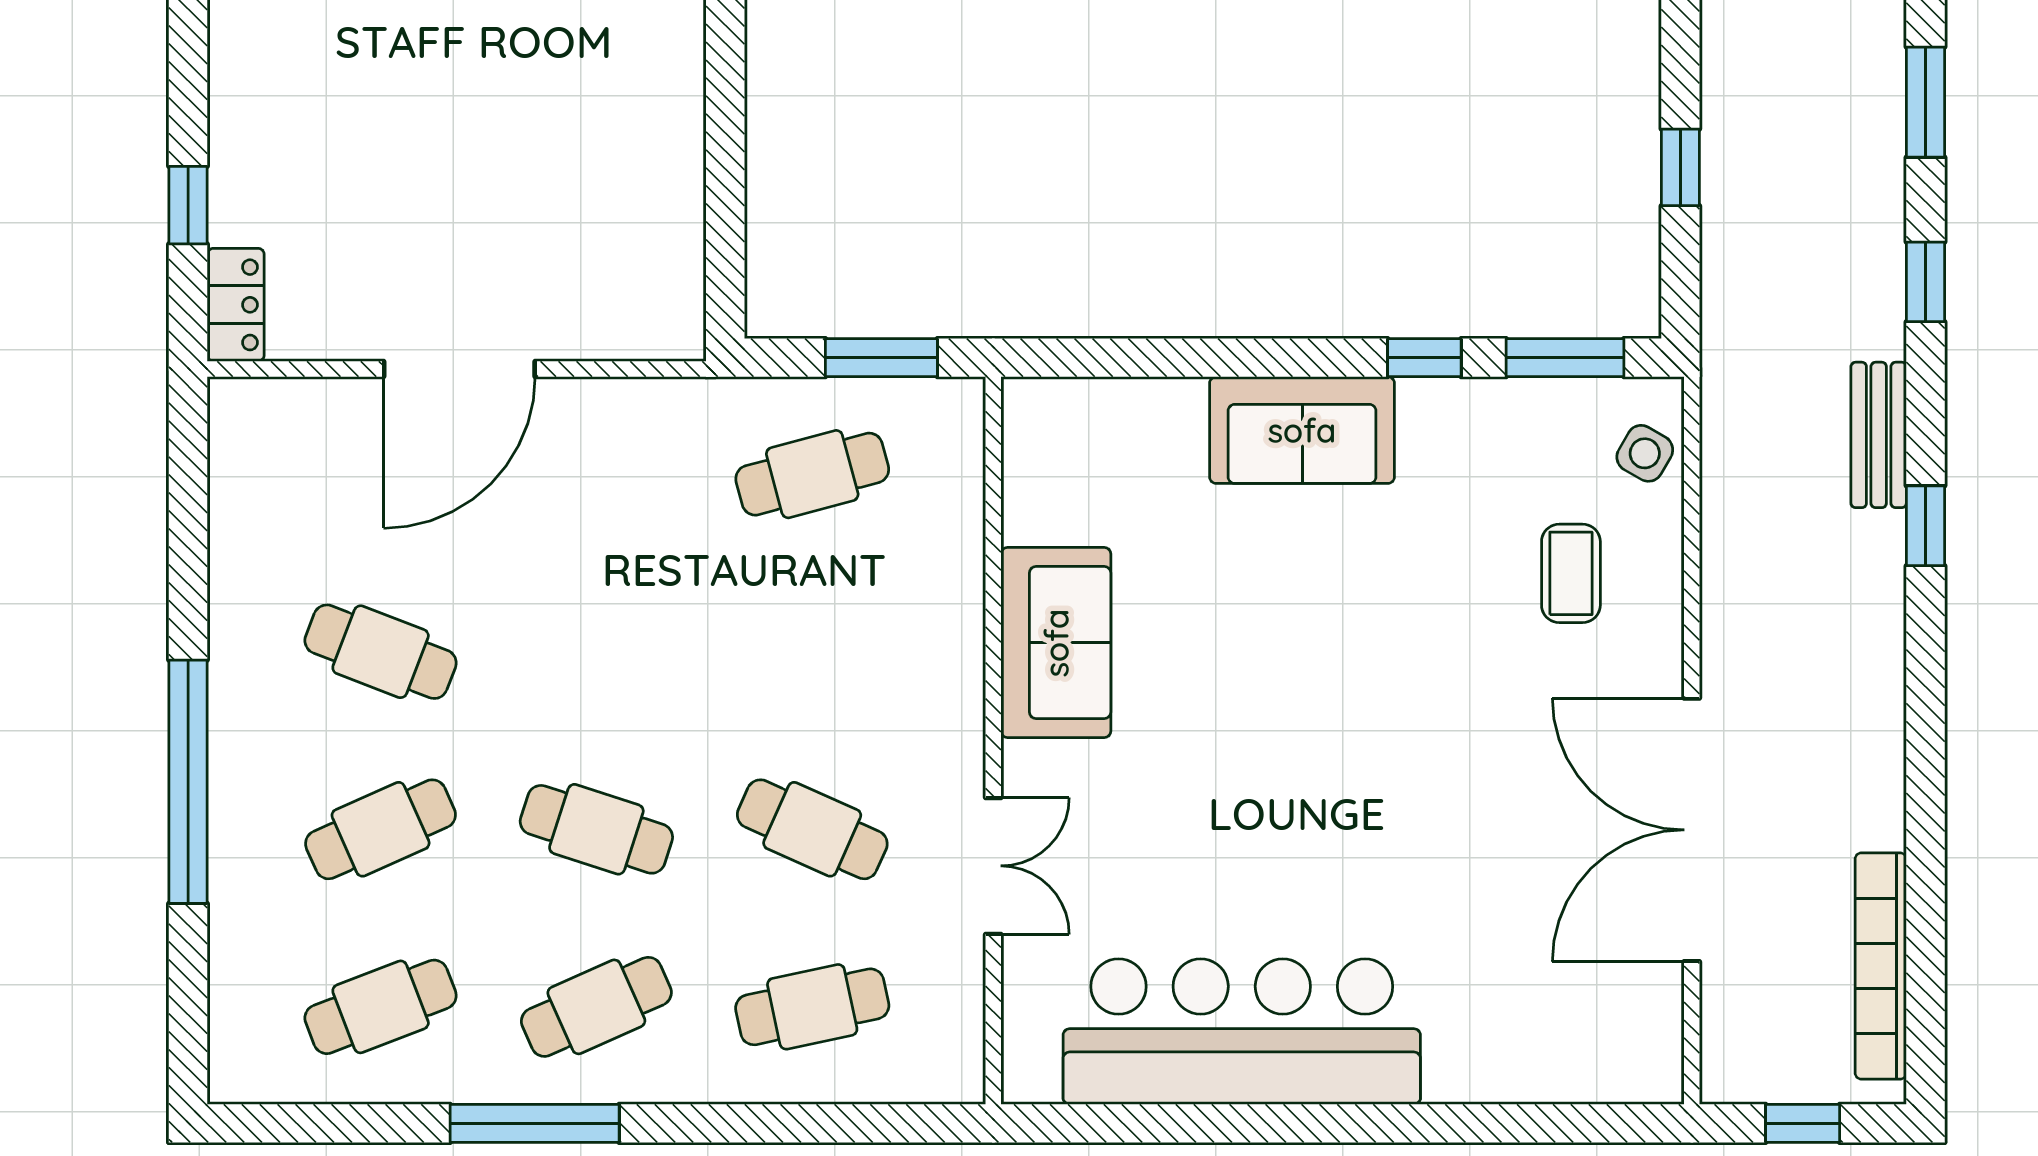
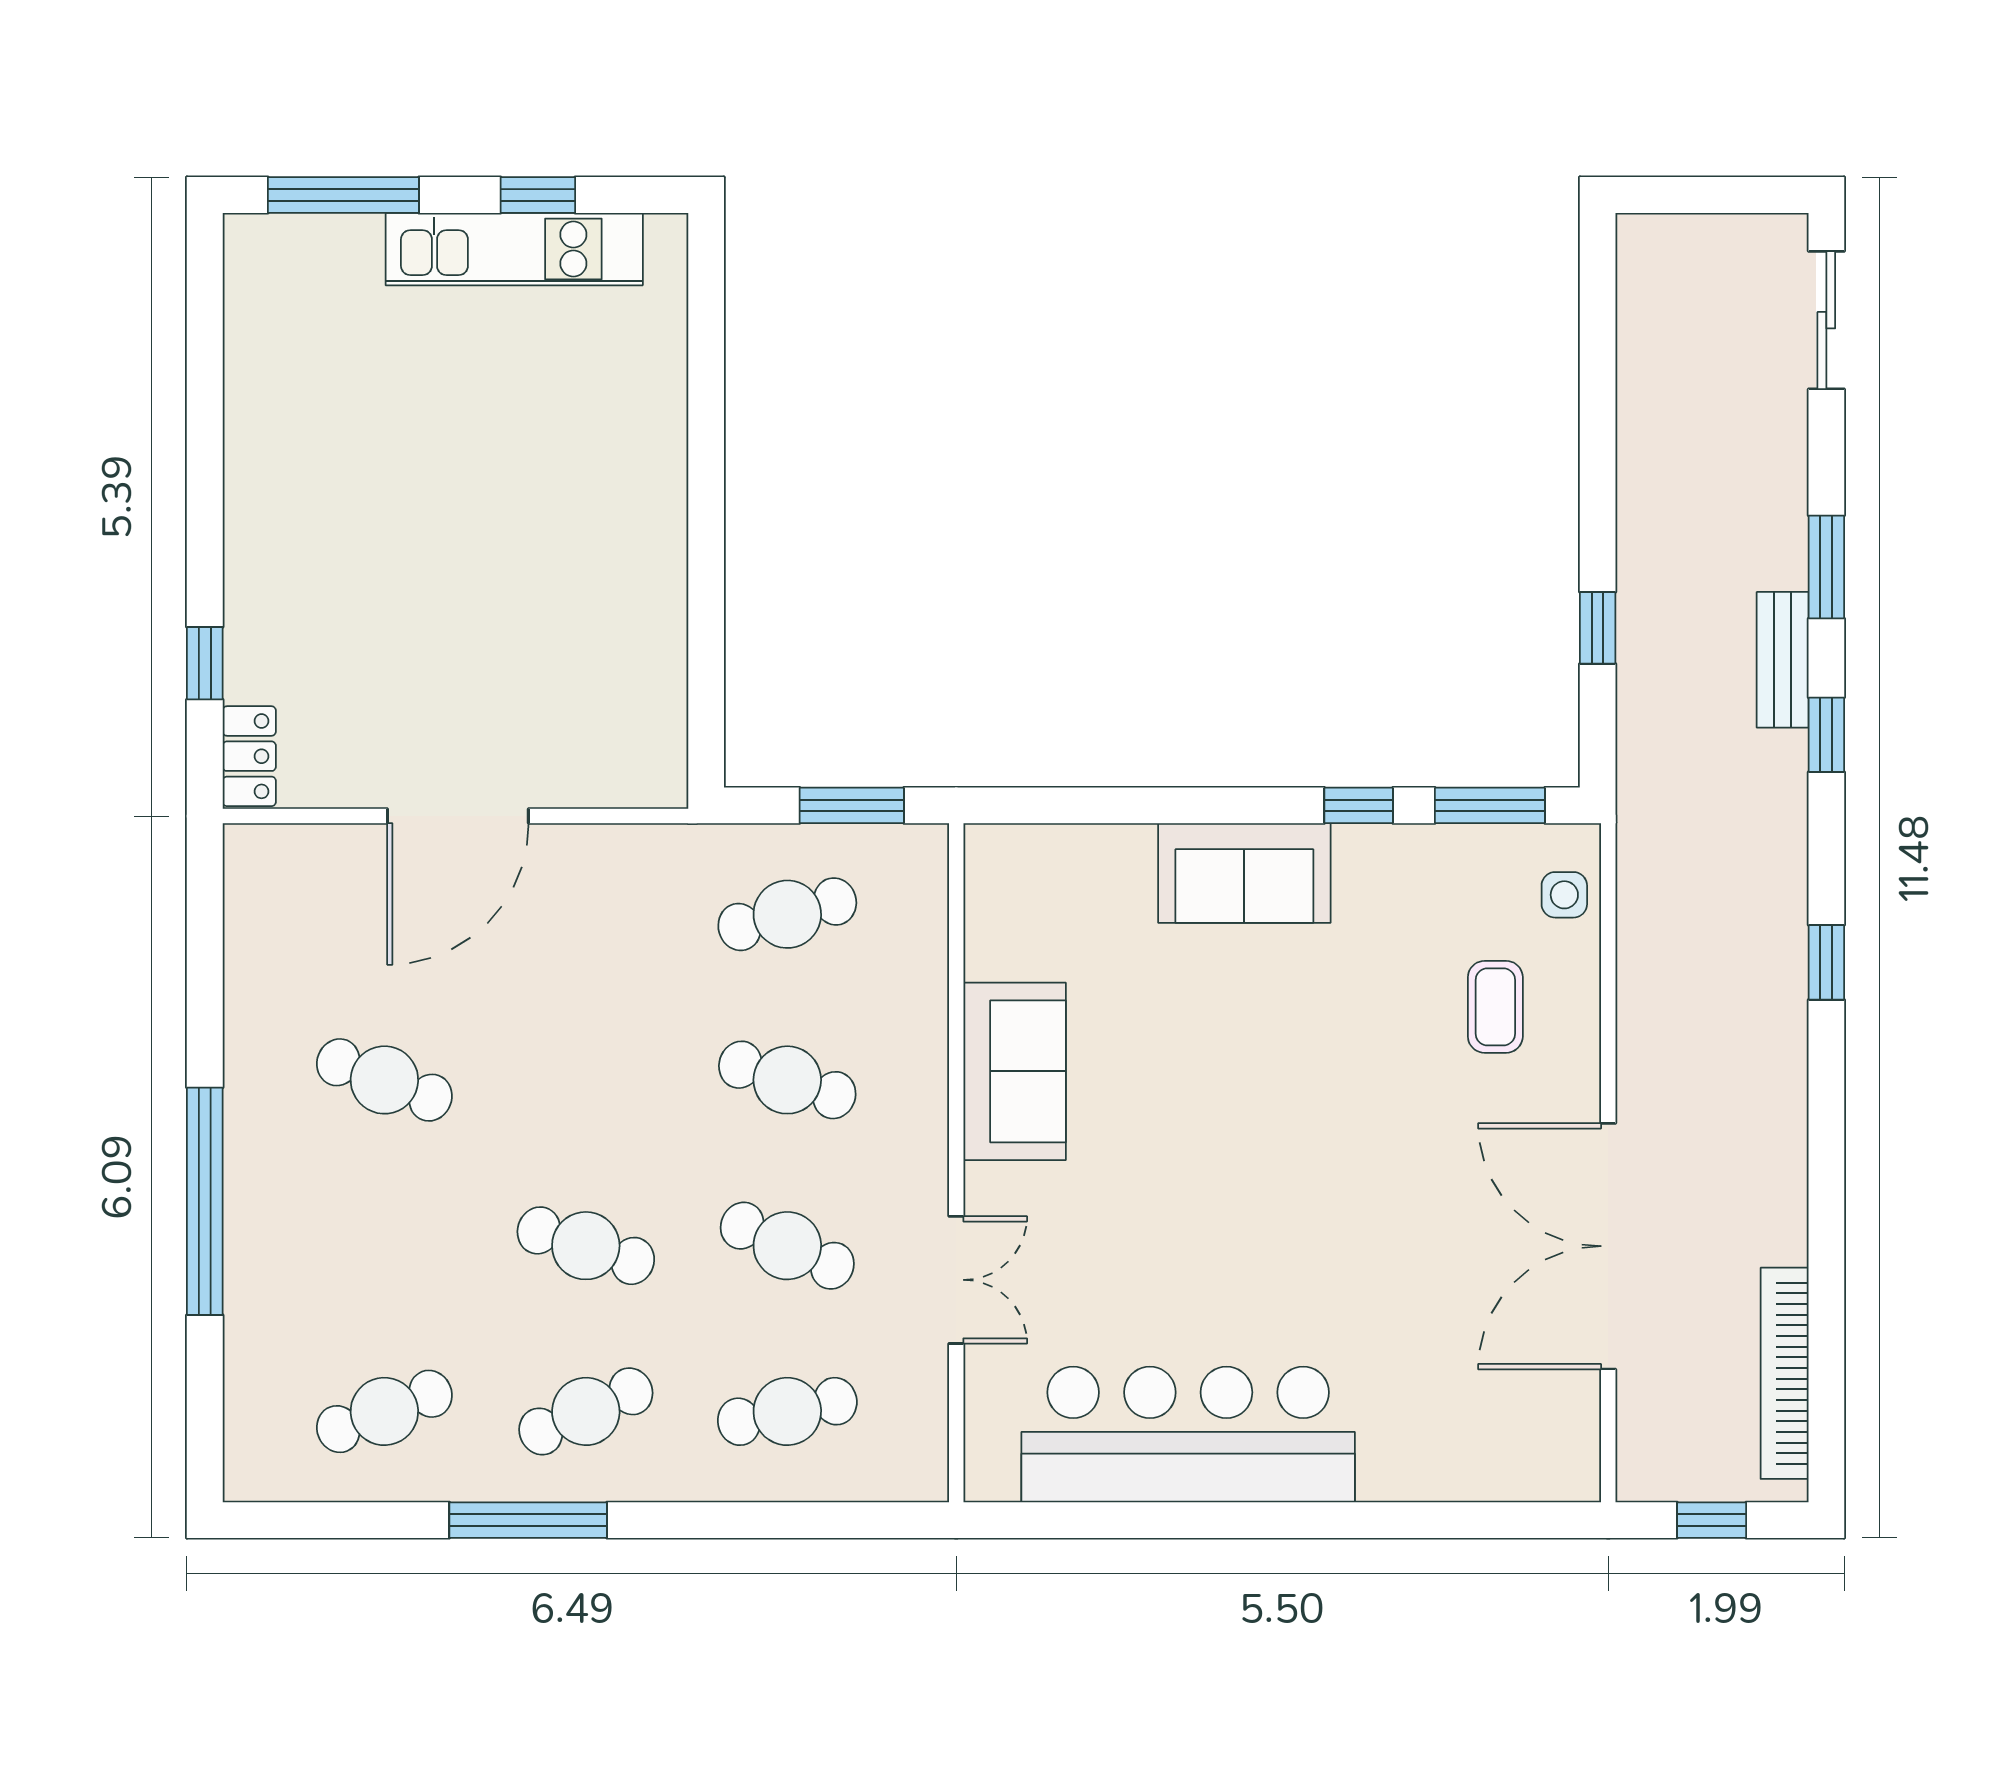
bench: (1879, 435) -> (1783, 660), moved
side table: (1645, 453) -> (1564, 895), turned -30
cafe table: (381, 829) -> (787, 1080), moved, turned 42

